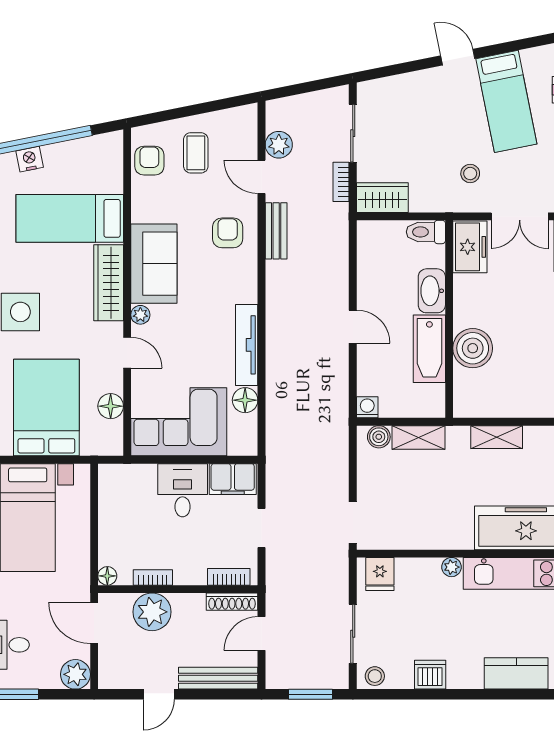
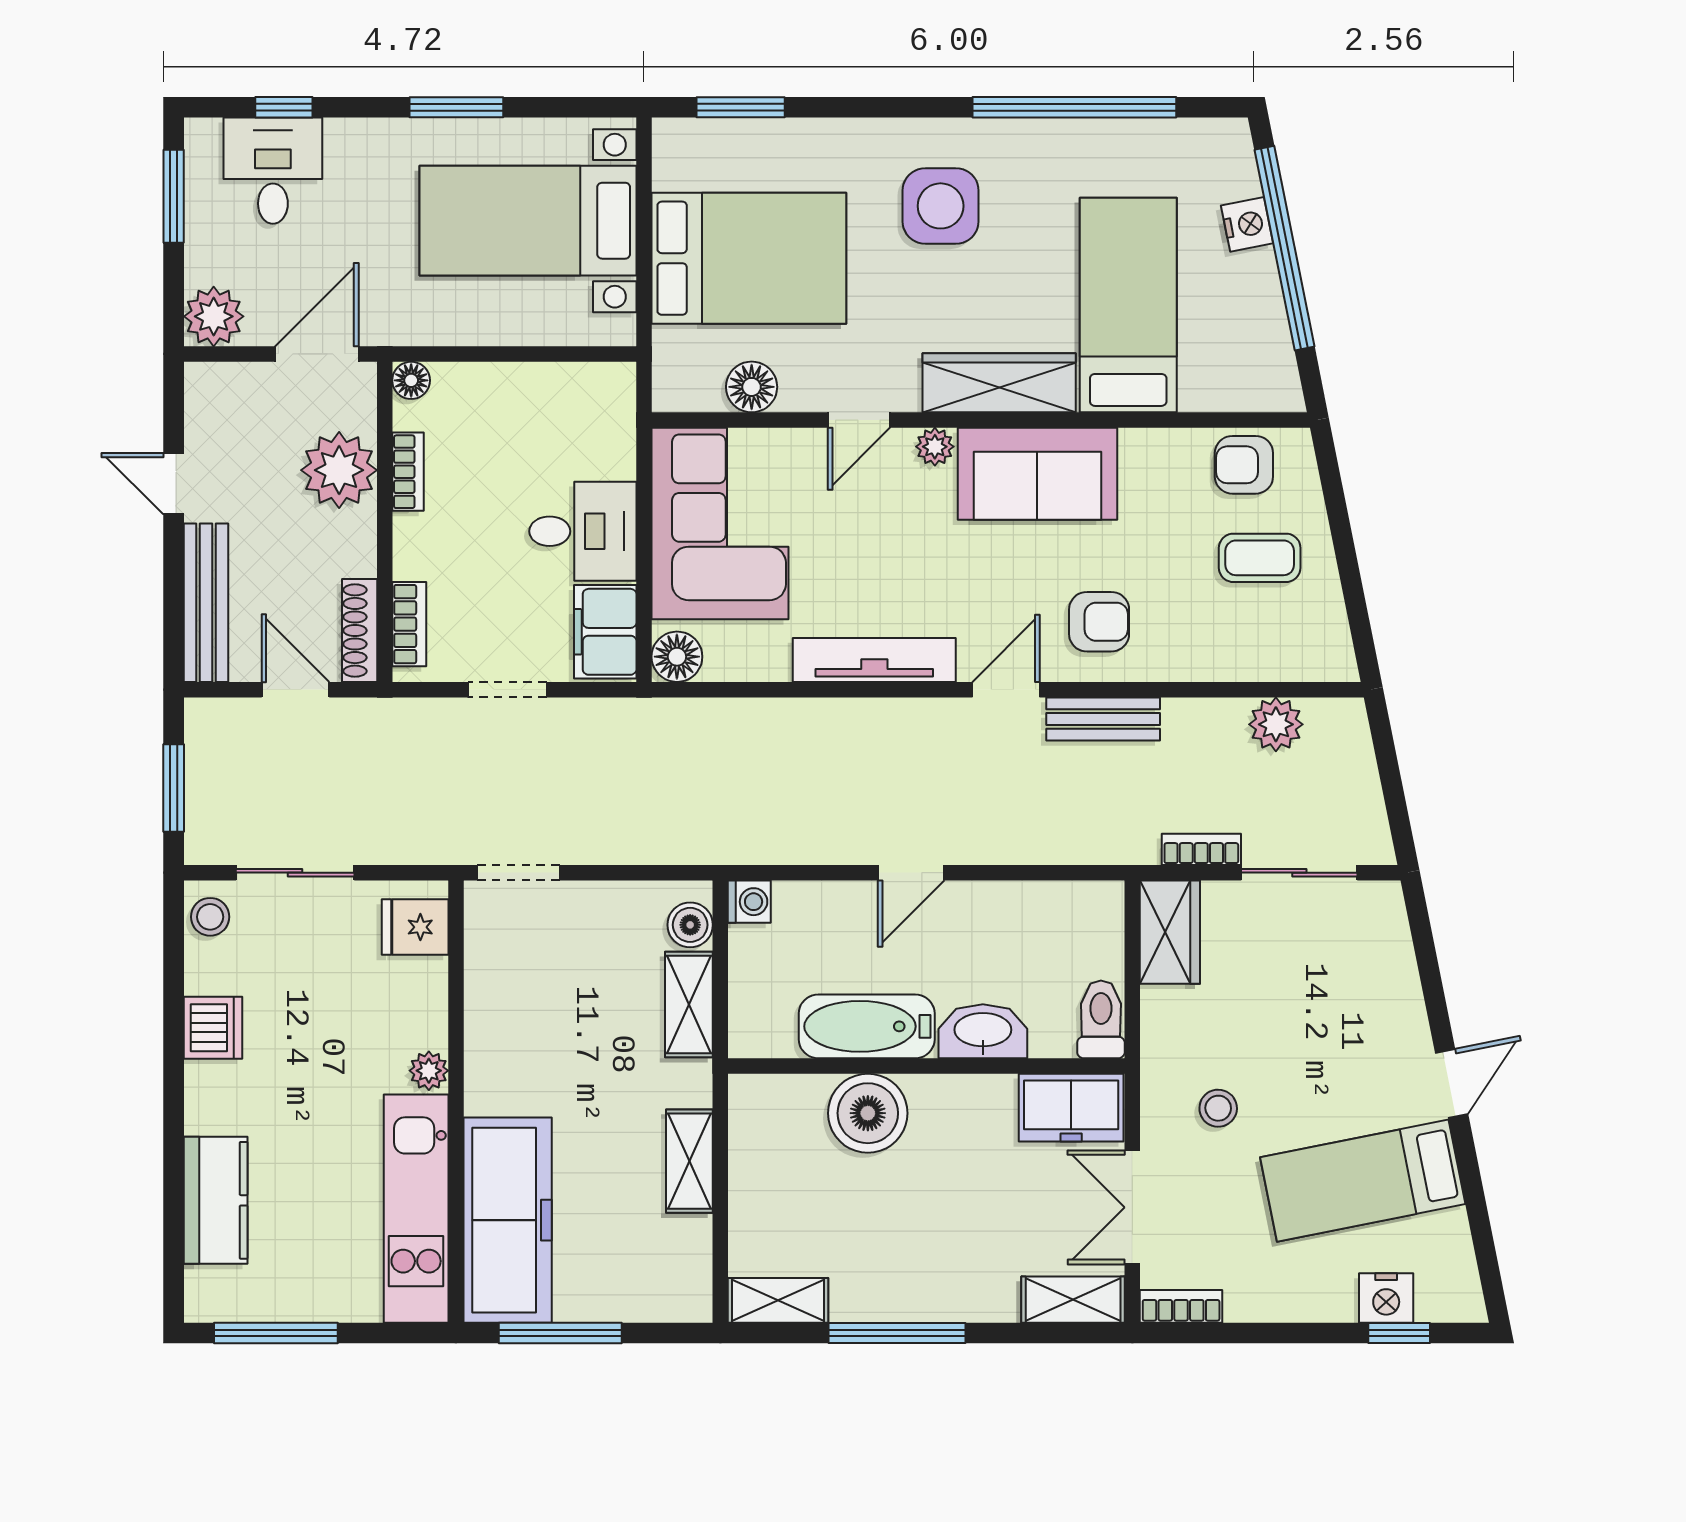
armchair: (149, 161) -> (1244, 465), turned 180
door: (262, 177) -> (1006, 690), moved
floor lamp: (245, 400) -> (677, 657), moved

